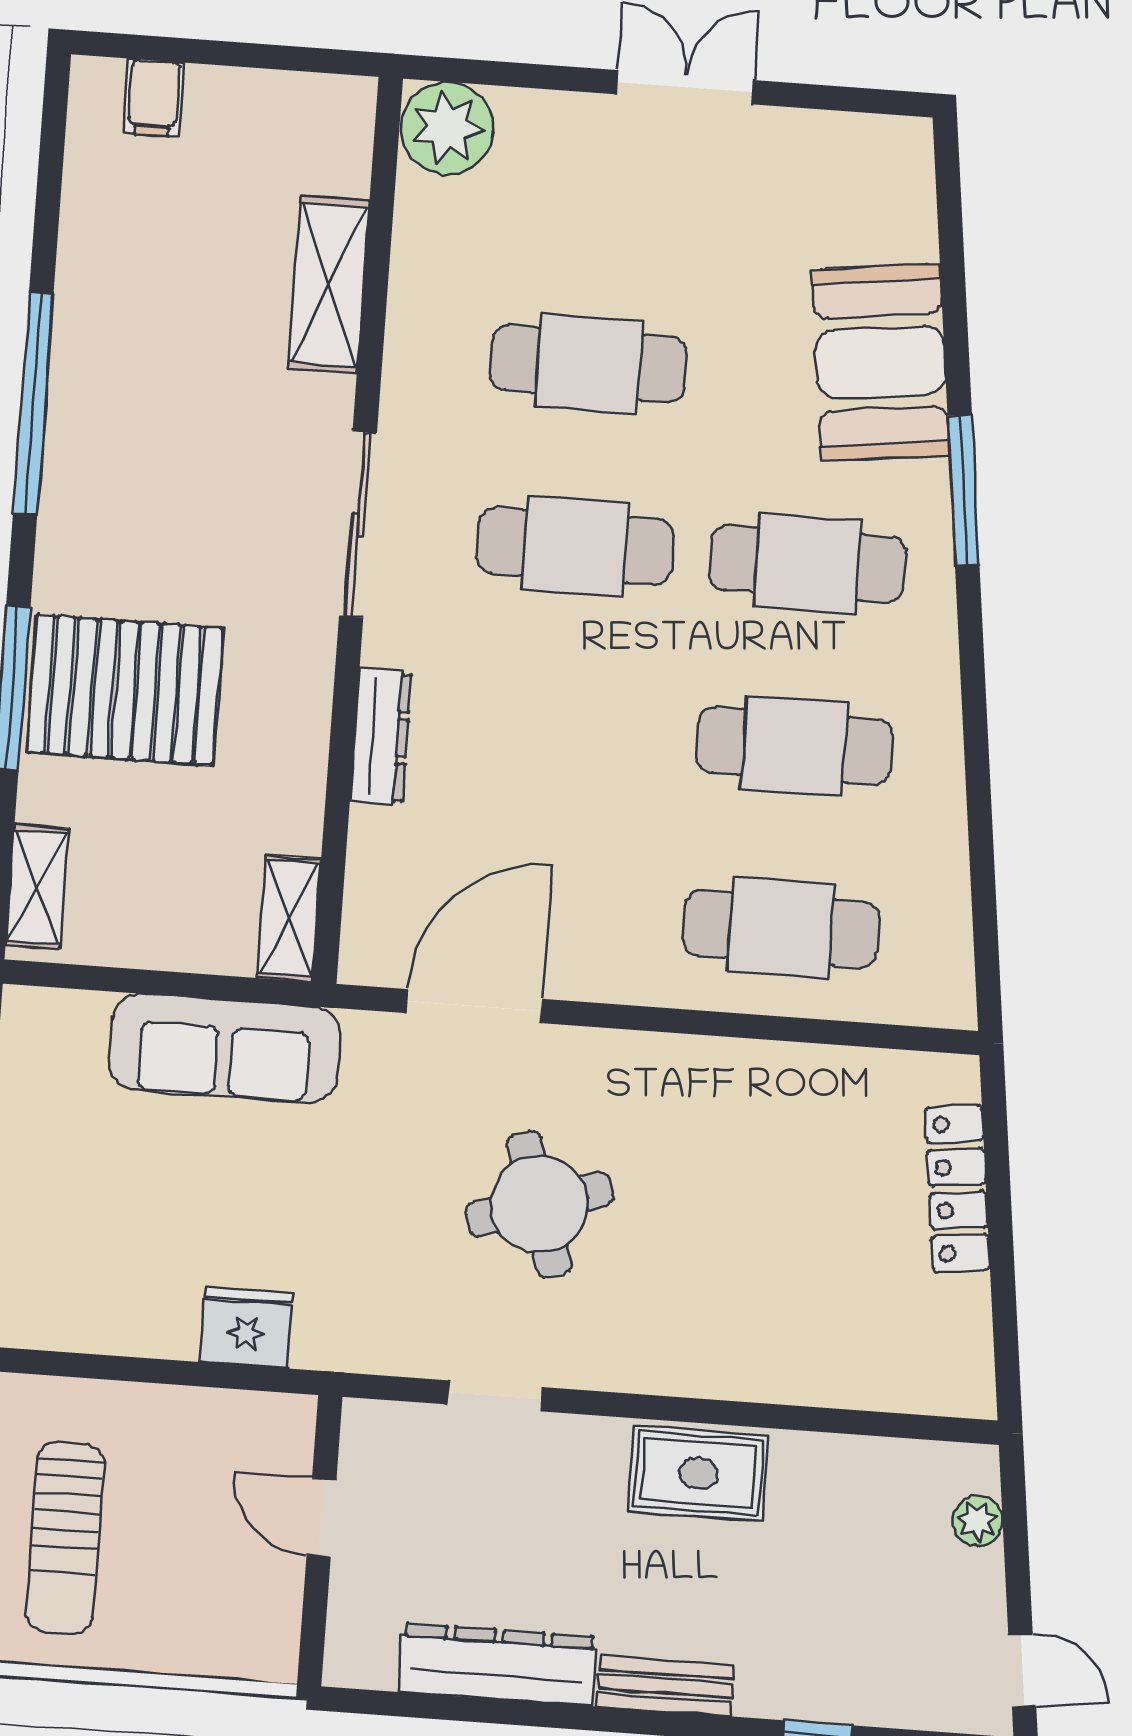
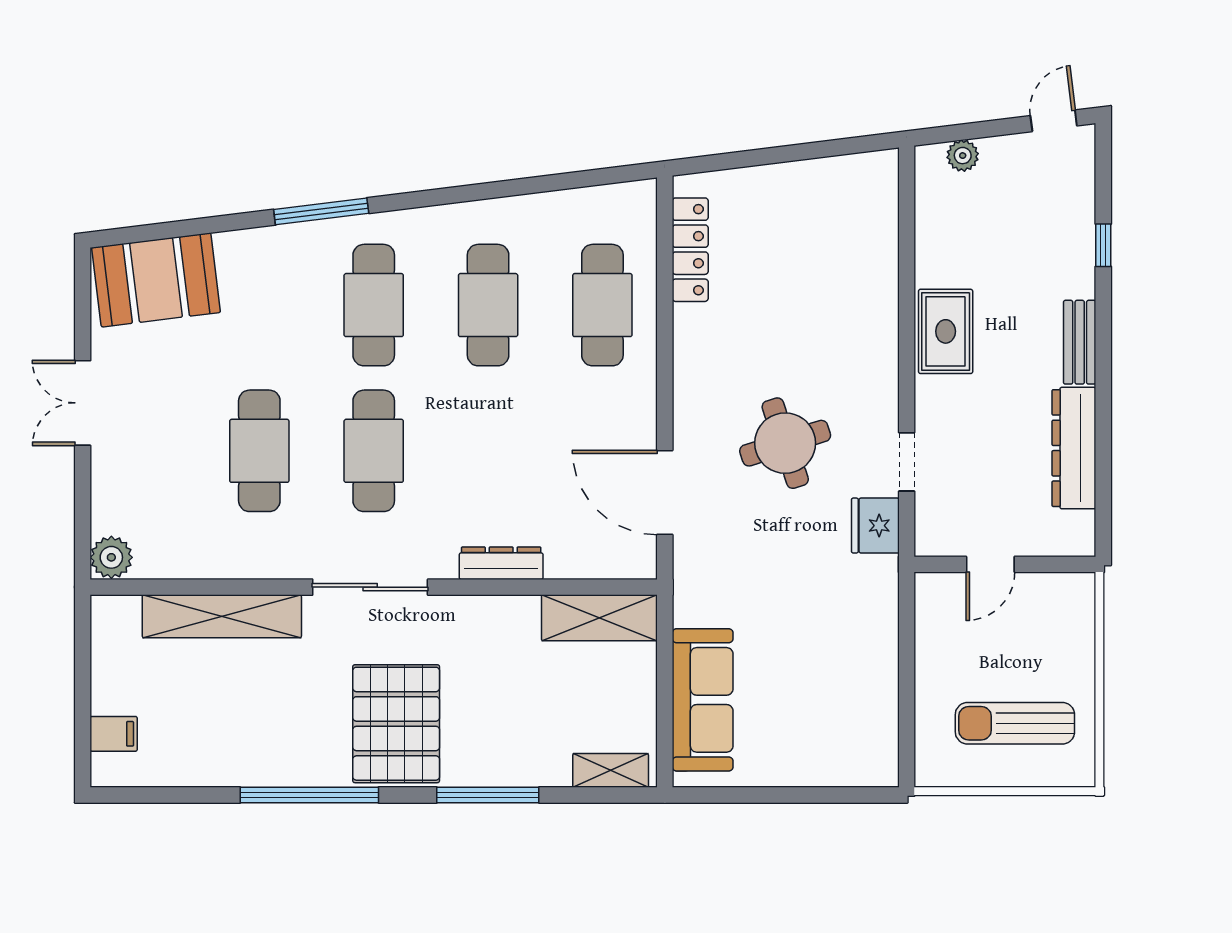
plant: (447, 128) -> (111, 557), width x0.73, depth x0.73
shelving: (329, 284) -> (222, 616), width x1.47
booth: (881, 362) -> (156, 280), moved
pallet: (125, 690) -> (396, 724), moved
shelving: (289, 918) -> (599, 618), width x1.50, depth x1.33
sofa: (225, 1048) -> (703, 700), moved
locker: (957, 1189) -> (690, 250), moved, turned -83
fridge: (246, 1327) -> (875, 526), moved
sun lounger: (65, 1538) -> (1015, 723), turned 180

